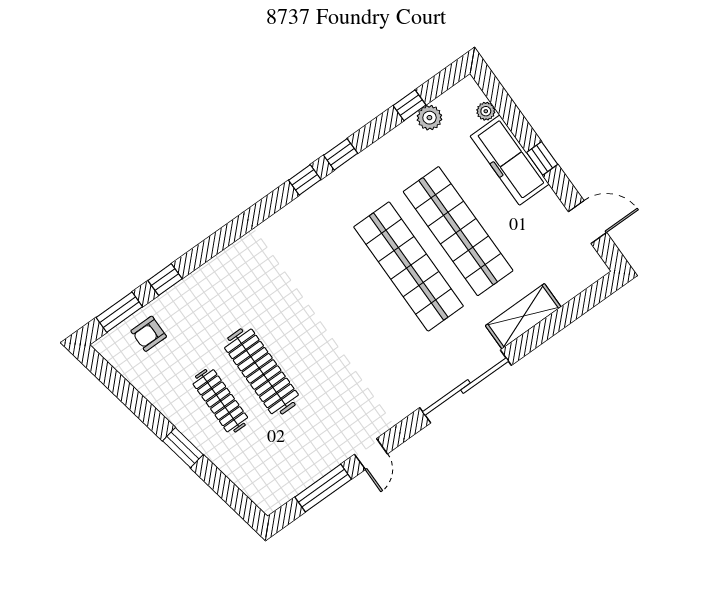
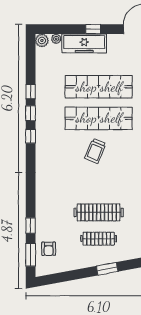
window: (409, 105) -> (31, 92), moved
plant: (429, 118) -> (42, 40), moved
trolley: (354, 298) -> (95, 151), added

